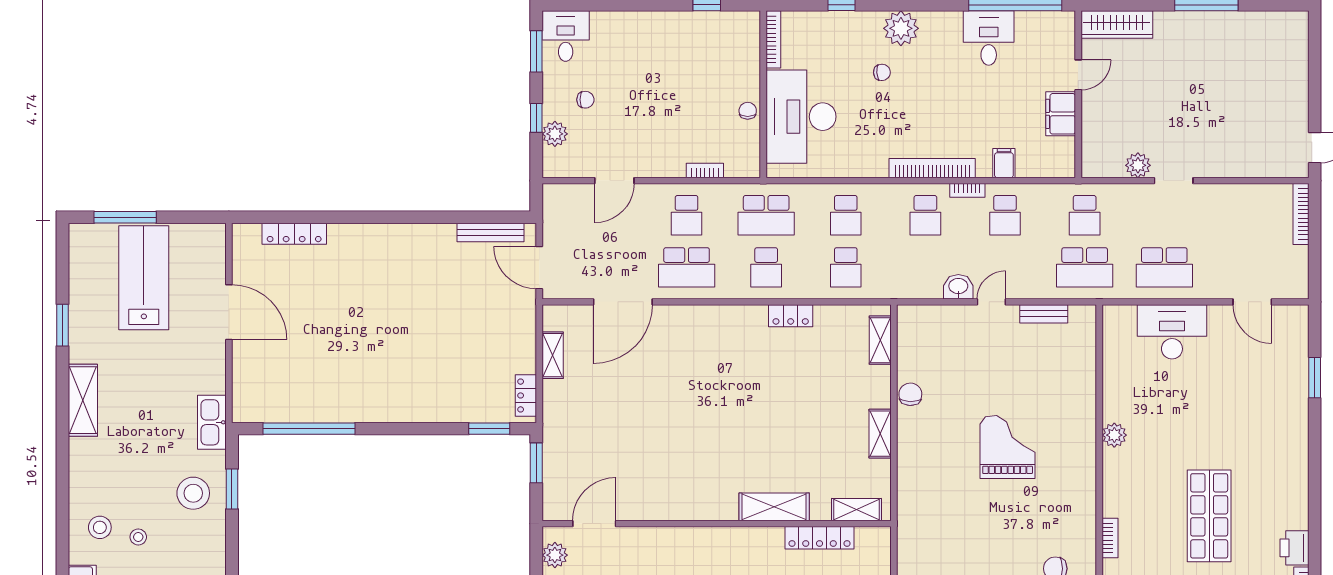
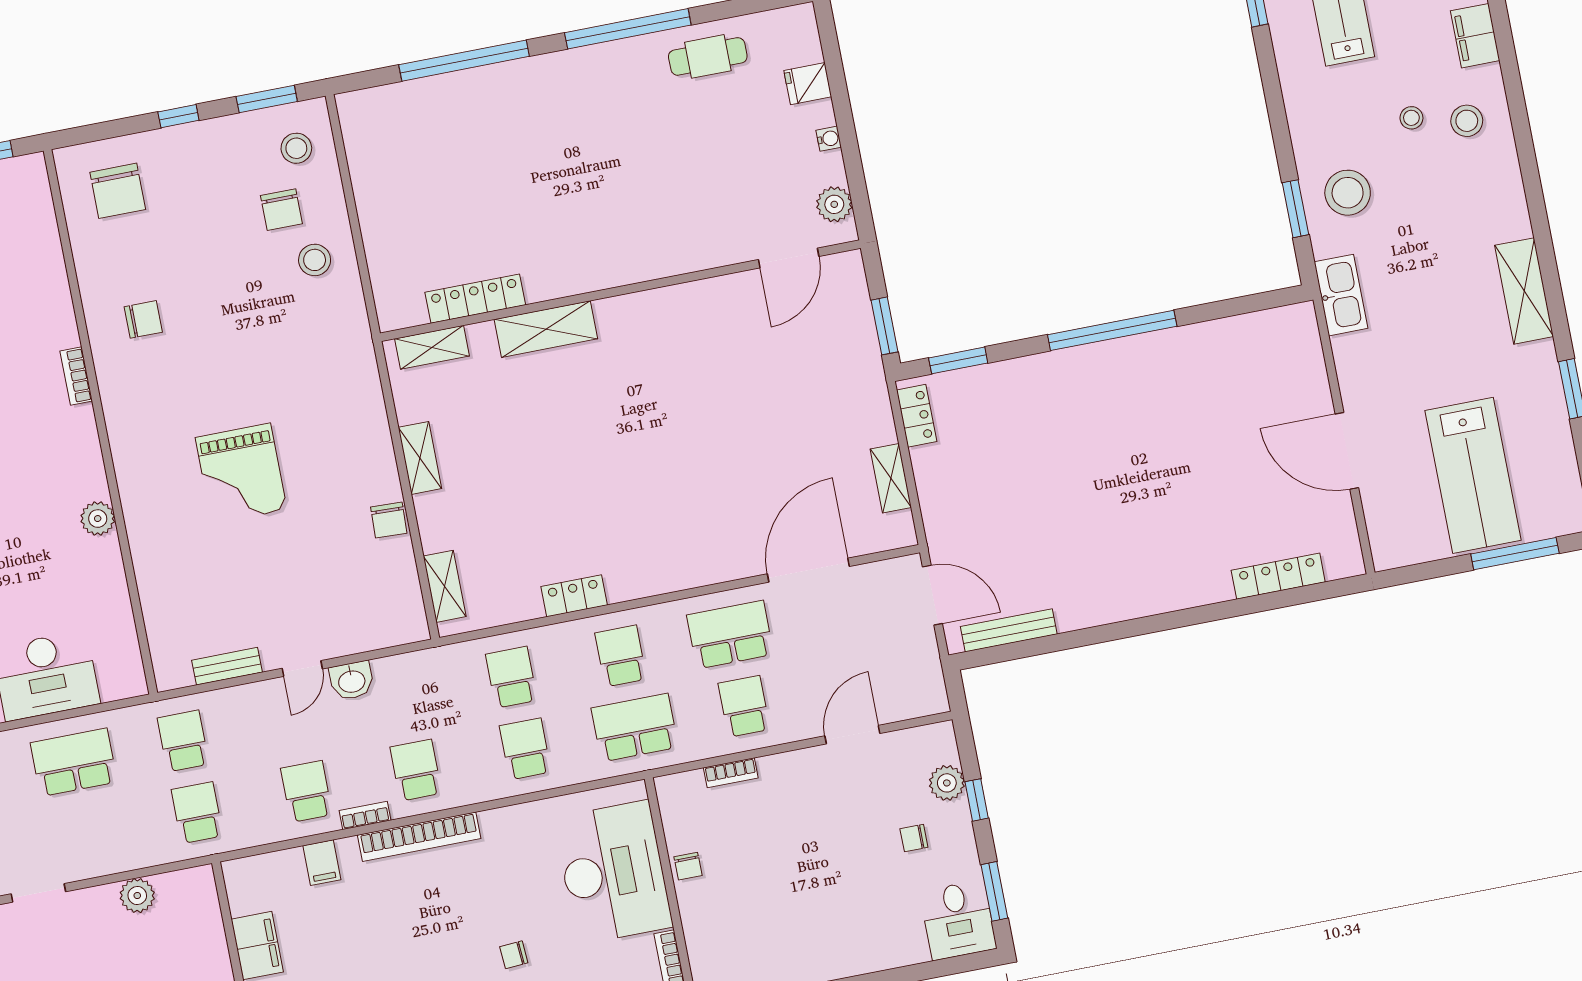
doorway: (1174, 181) -> (38, 893), moved
school desk: (1085, 267) -> (183, 741), width x0.54
window: (309, 429) -> (1112, 330), moved

